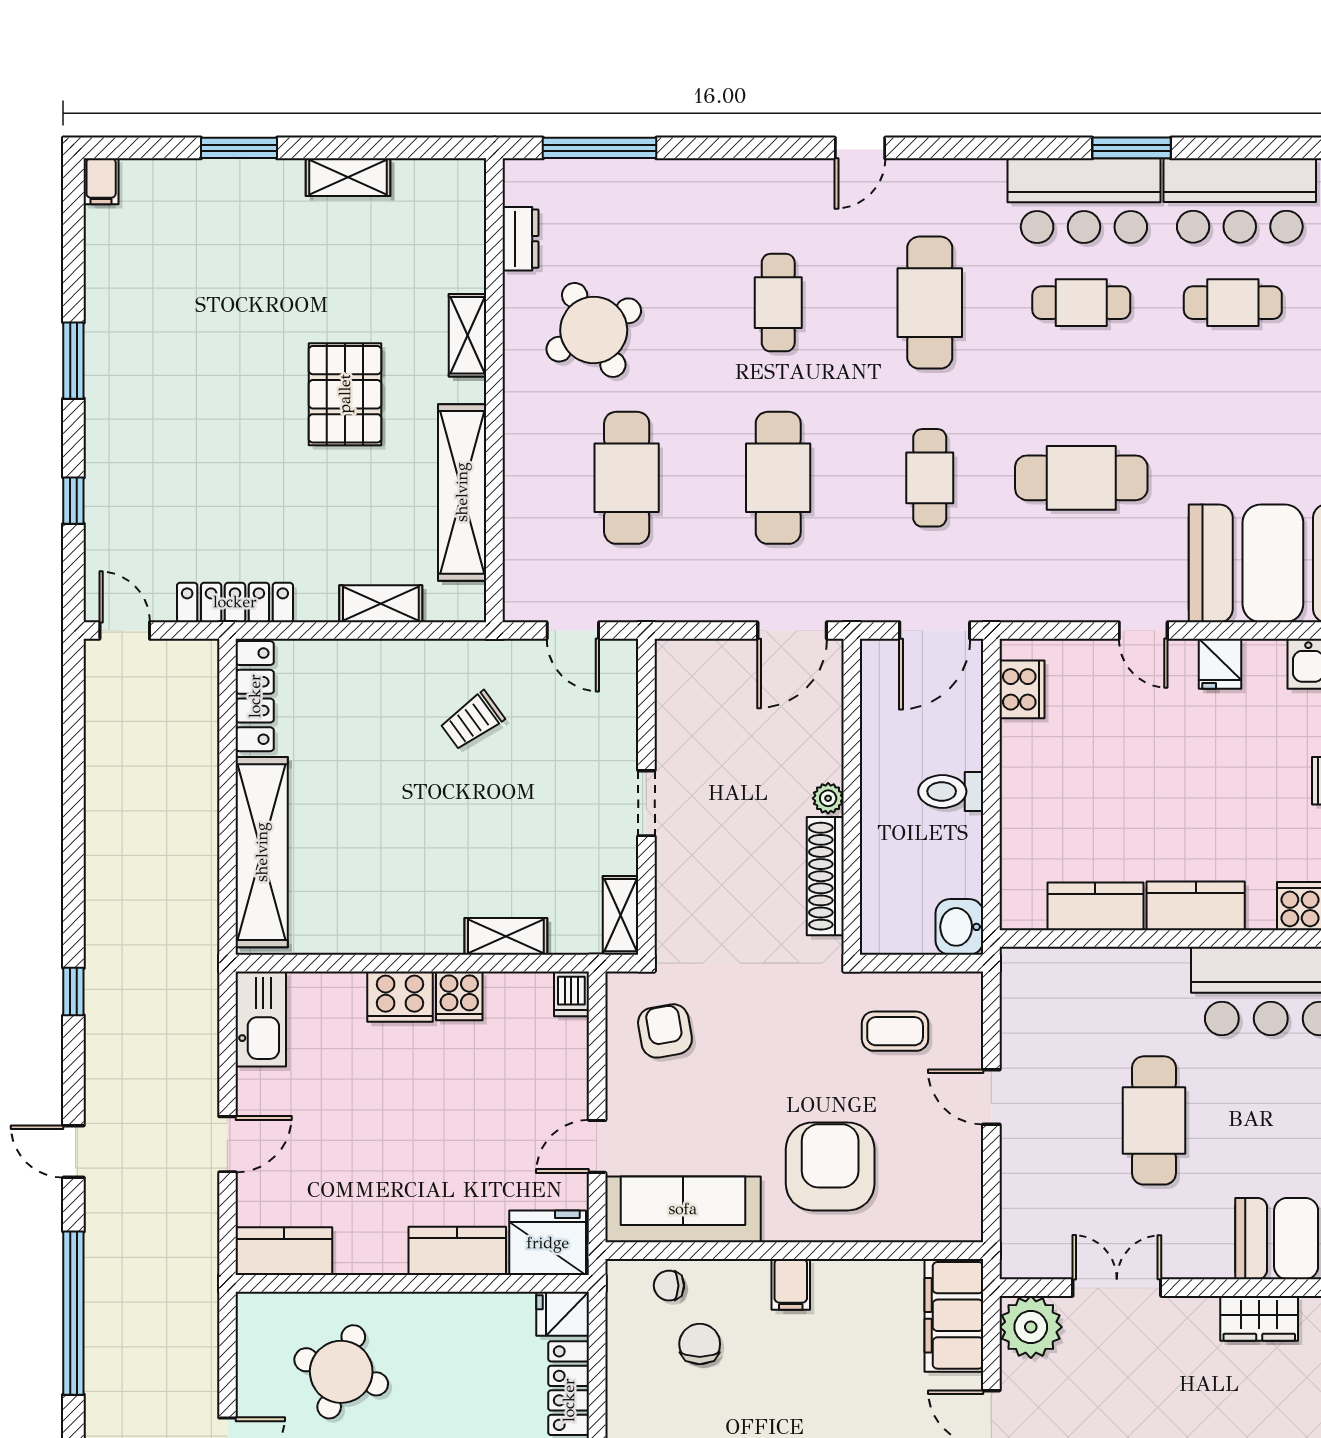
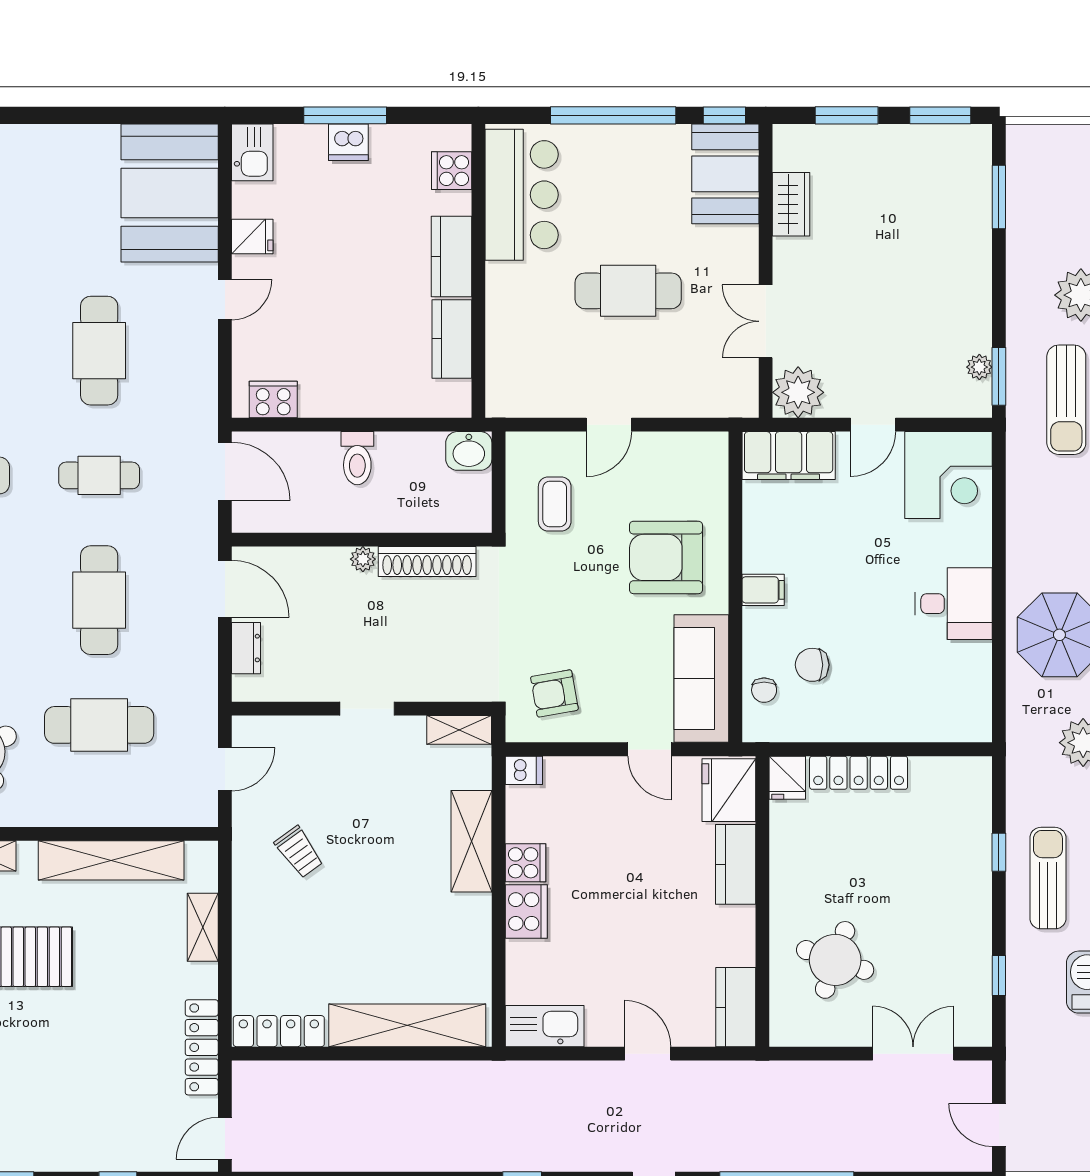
cafe table: (778, 478) -> (99, 600), turned 90
dresser: (720, 656) -> (246, 648), added
shelving: (506, 936) -> (471, 841), width x1.50, depth x1.33

